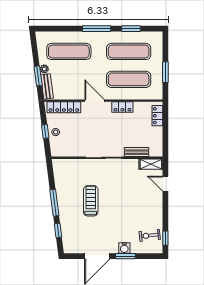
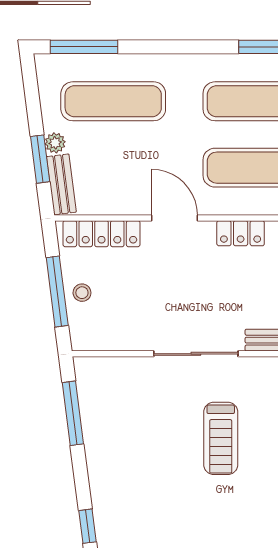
window: (97, 29) -> (84, 47), moved
window: (45, 132) -> (57, 291), width x2.17
treadmill: (91, 201) -> (221, 438), moved, turned 180
window: (54, 203) -> (73, 413), moved

